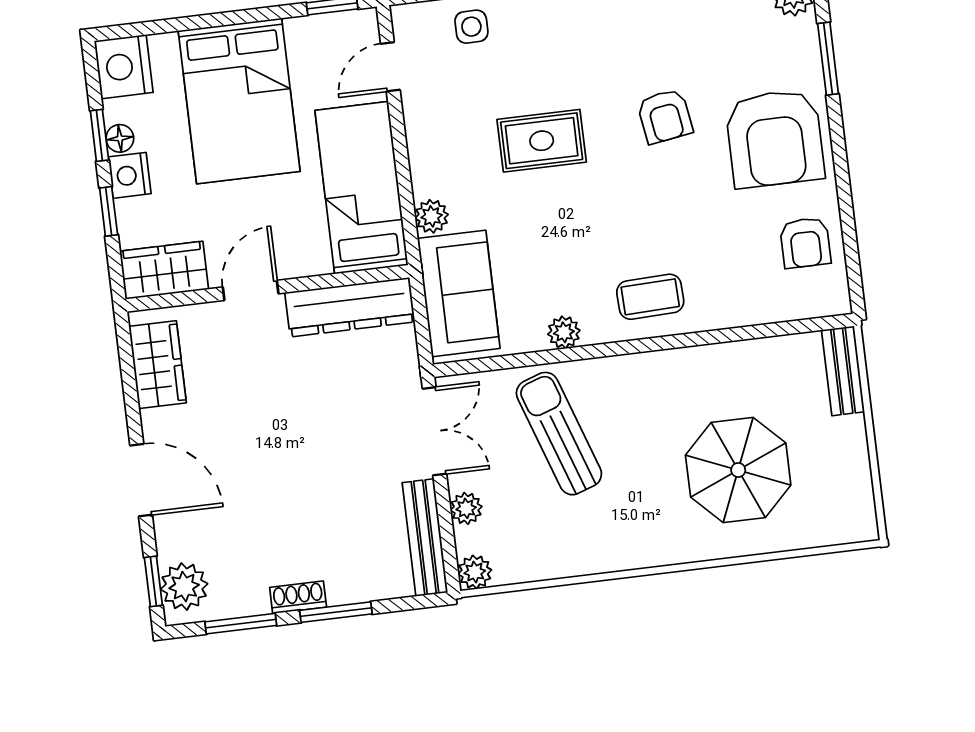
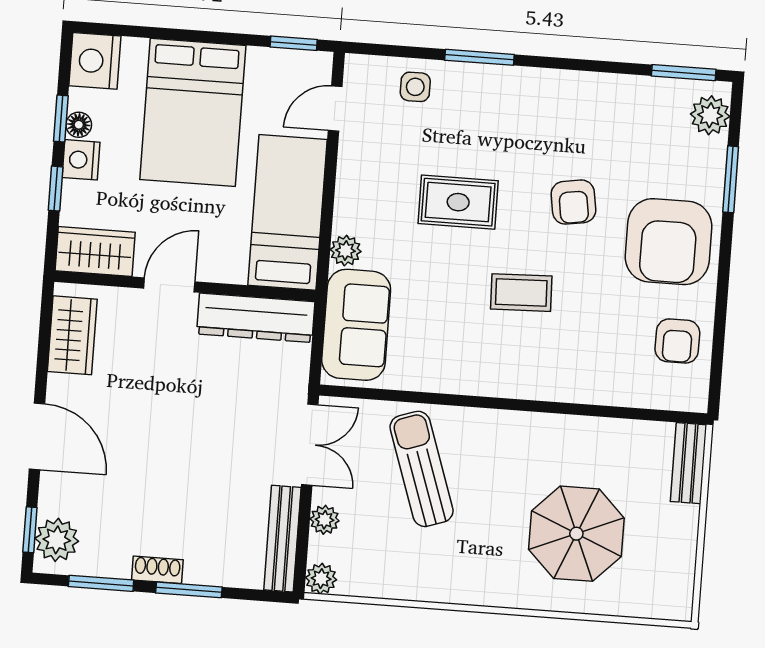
coffee table: (650, 297) -> (521, 293), moved
plant: (564, 332) -> (444, 379), removed

